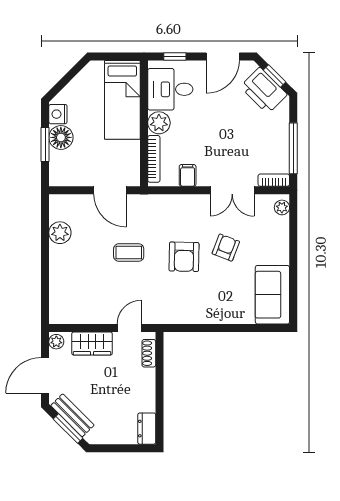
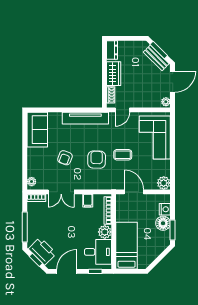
nightstand: (58, 114) -> (165, 209), moved
window: (45, 145) -> (173, 230), moved
window: (293, 148) -> (25, 227), moved
double door: (232, 190) -> (61, 192), swing flipped
plant: (60, 233) -> (164, 183), moved
armchair: (184, 257) -> (97, 160), moved
corner sofa: (75, 282) -> (155, 138), added
tv unit: (191, 314) -> (85, 118), added
wardrobe: (92, 344) -> (114, 74), moved, turned 90

